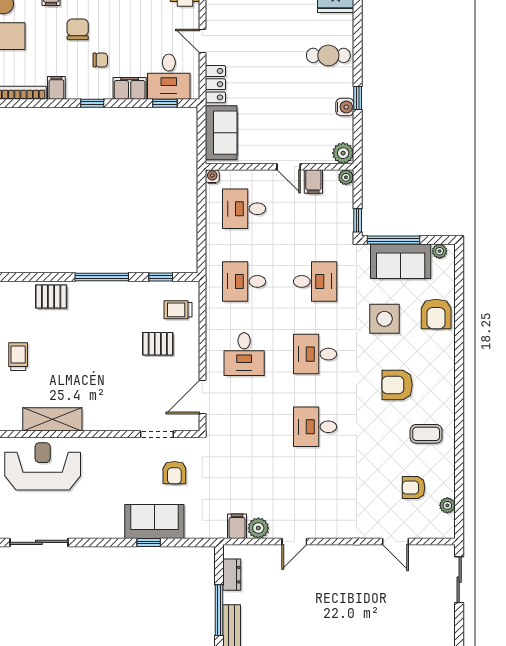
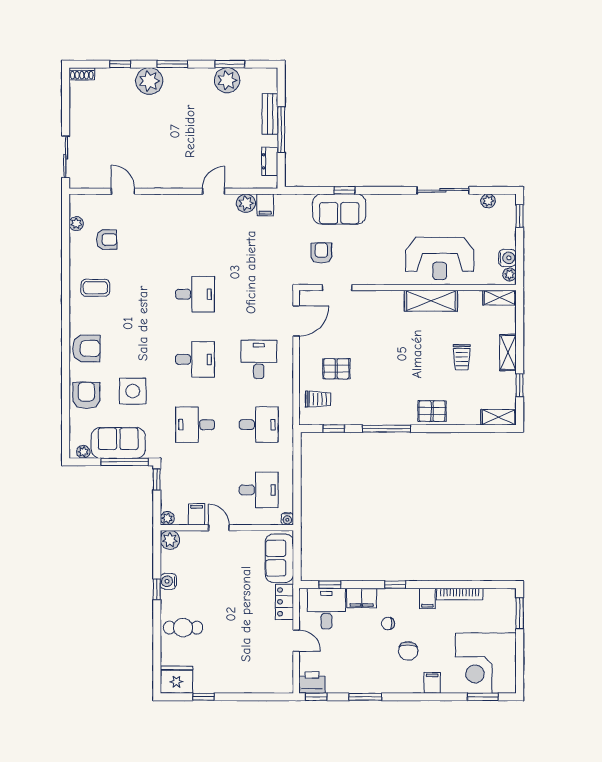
armchair: (397, 385) -> (86, 348), moved

